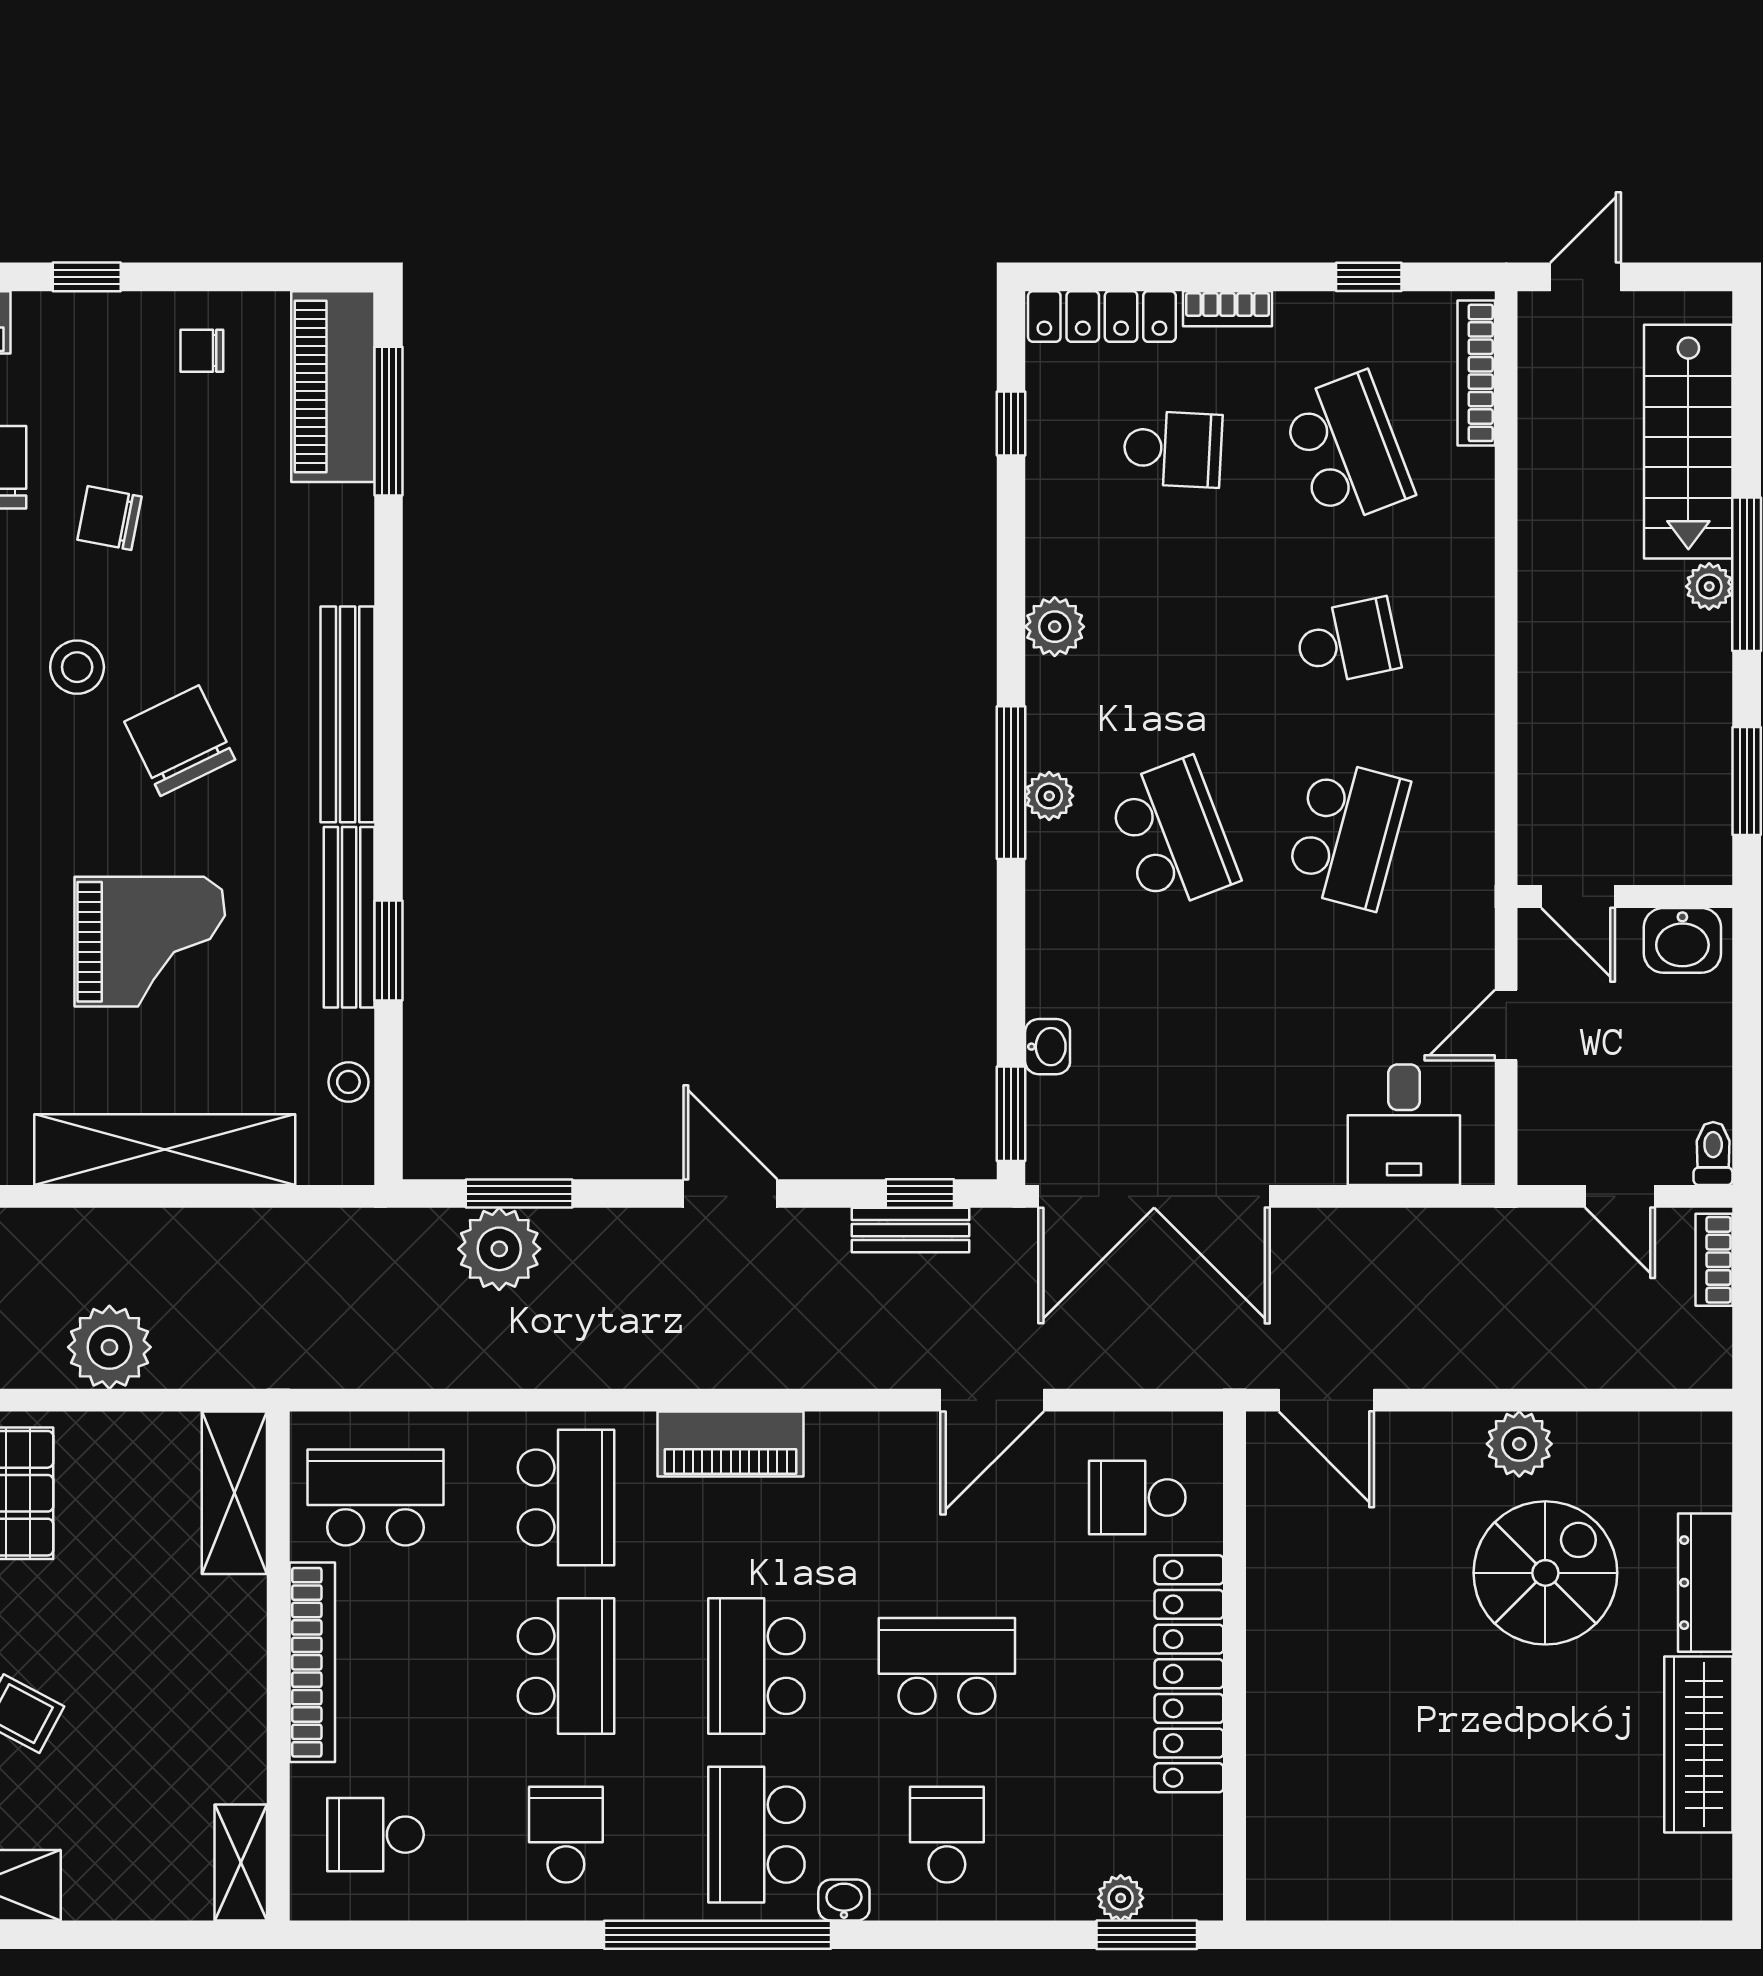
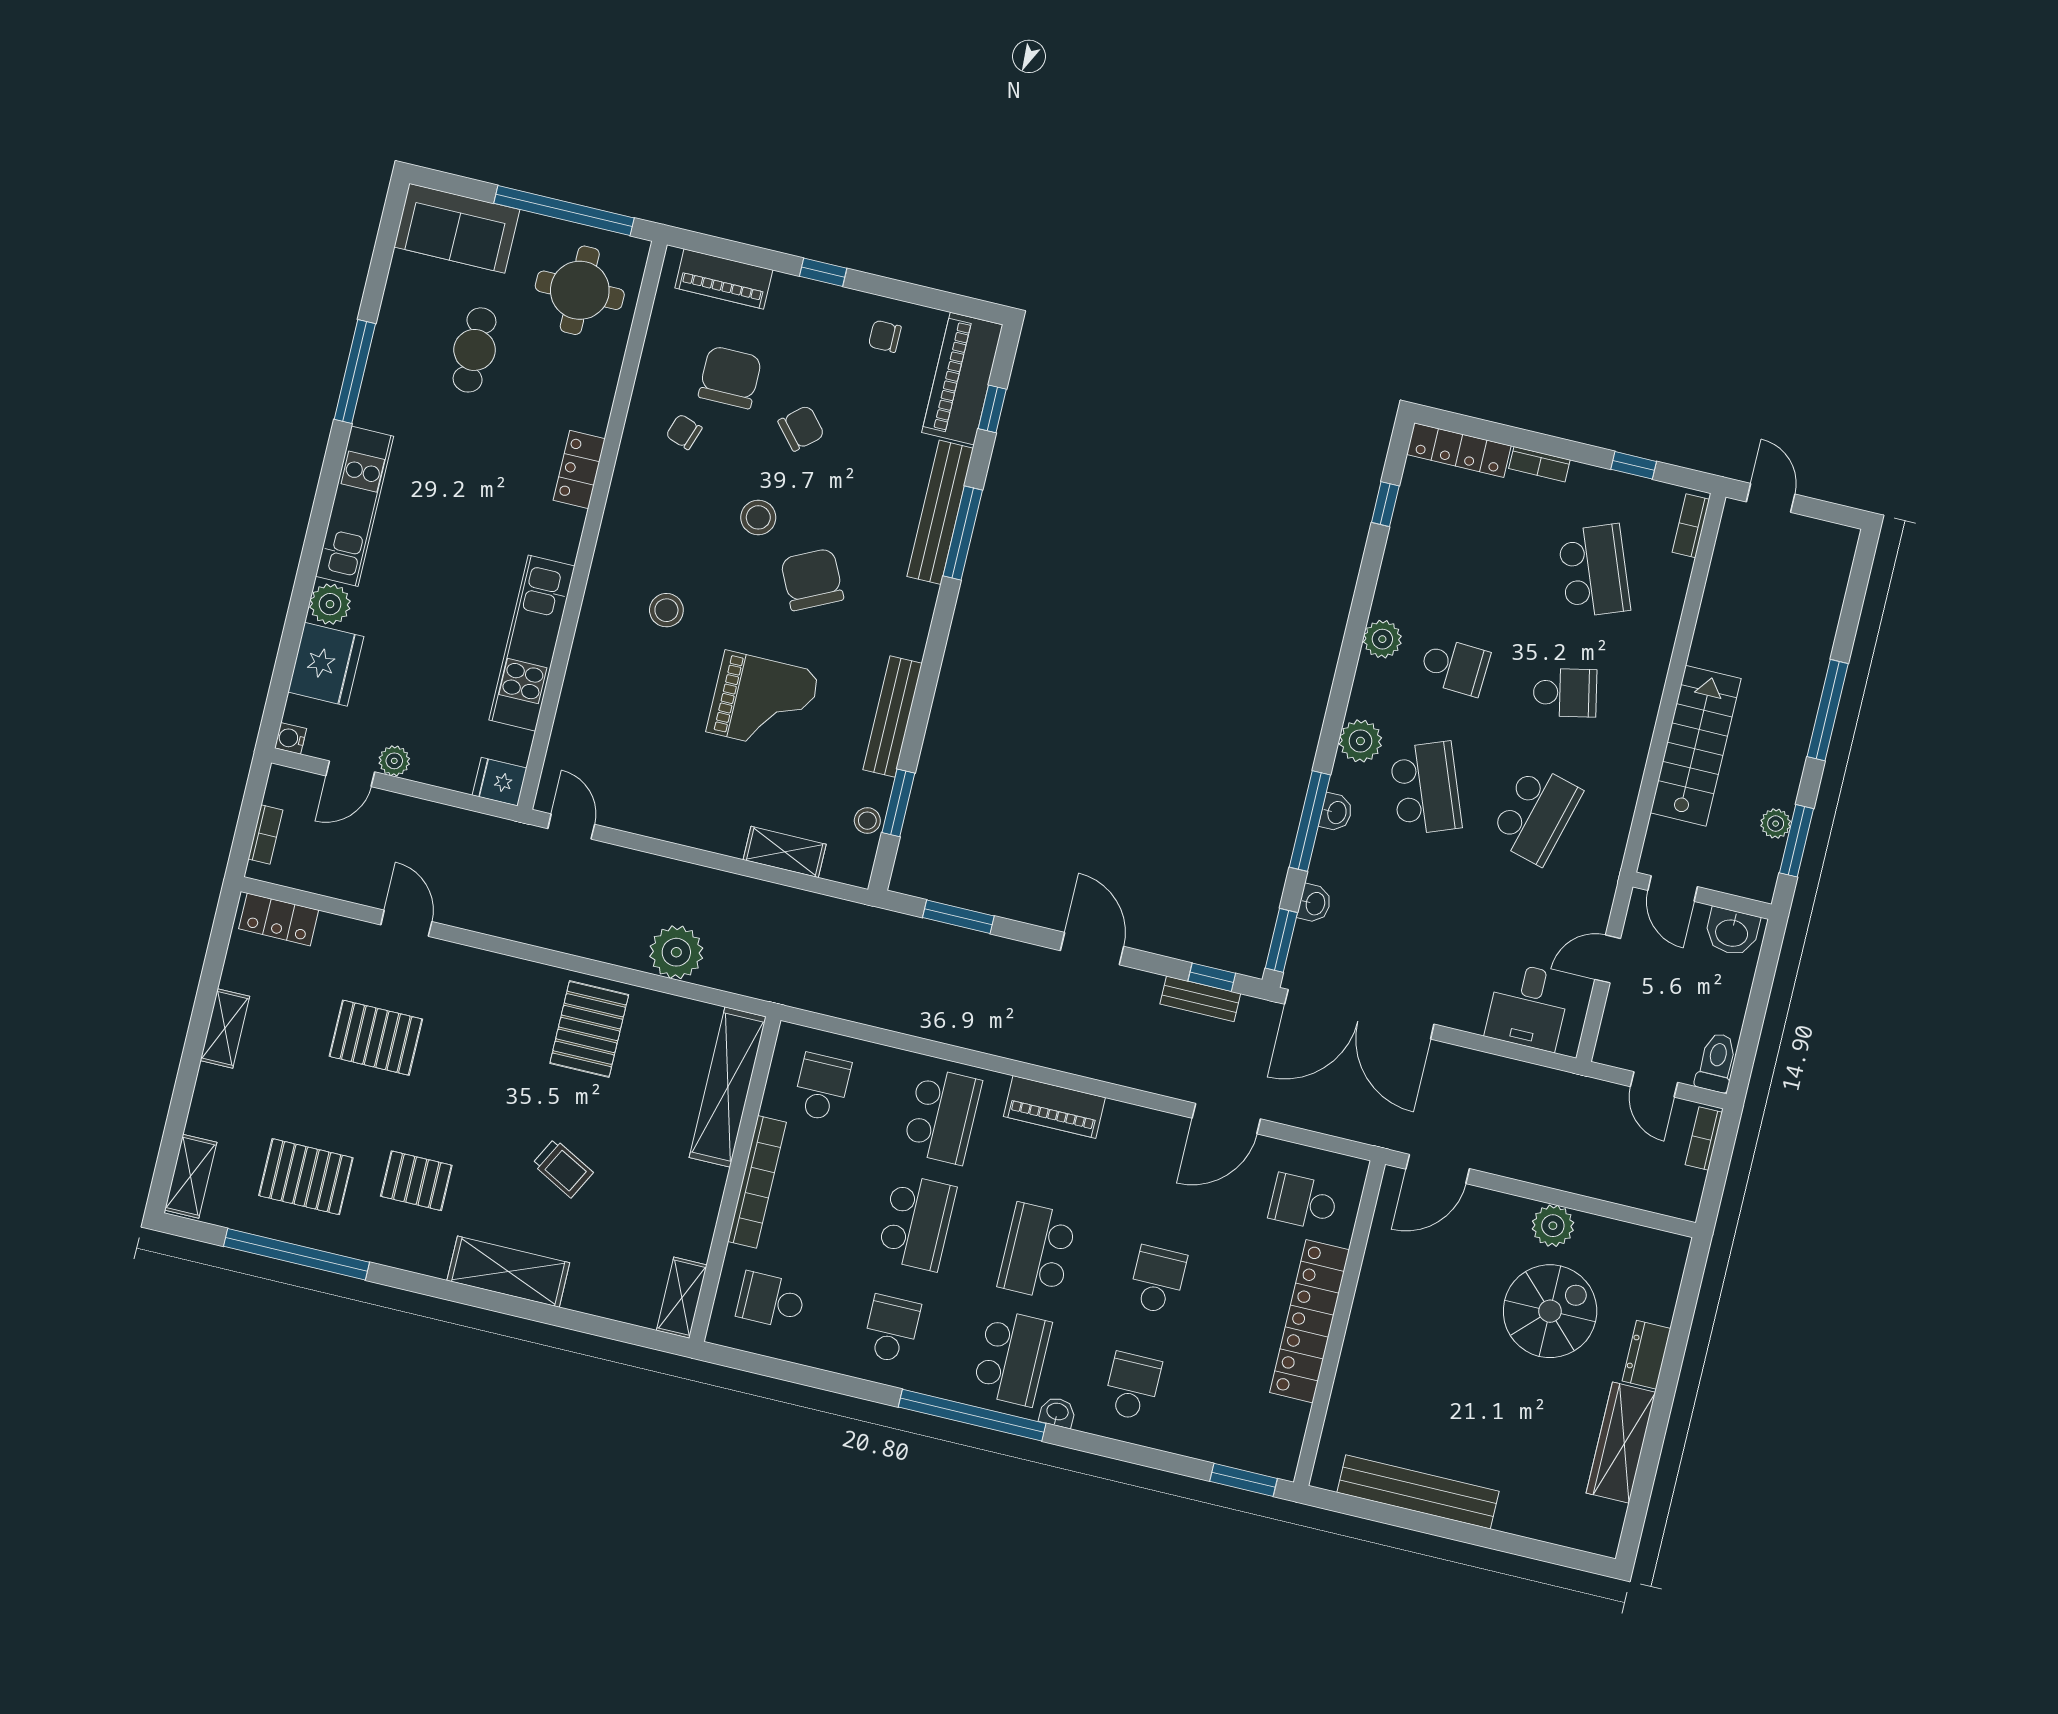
door: (1586, 277) -> (1771, 498), hinge flipped
bookcase: (1476, 373) -> (1691, 526), width x0.64
window: (389, 421) -> (992, 409), width x0.46
stairs: (1688, 442) -> (1696, 746), moved, turned 180
school desk: (1173, 449) -> (1455, 666), moved
chair: (110, 518) -> (801, 428), turned 128
plant: (1709, 586) -> (1776, 824), moved
window: (389, 617) -> (963, 533), added
bench: (348, 714) -> (940, 512), moved
window: (1011, 783) -> (1310, 821), moved
plant: (1049, 796) -> (1360, 741), width x1.38, depth x1.38
washbasin: (1047, 903) -> (1336, 812), added
window: (389, 950) -> (898, 803), moved
shelving: (165, 1150) -> (785, 852), width x0.45, depth x0.75
toilet: (1713, 1153) -> (1716, 1062), width x1.37, depth x1.39
plant: (499, 1249) -> (938, 949), removed
door: (1326, 1400) -> (1438, 1169), hinge flipped
shelving: (234, 1493) -> (728, 1087), width x1.47
school desk: (375, 1498) -> (822, 1087), width x0.54
dresser: (1705, 1583) -> (1646, 1355), width x0.70
school desk: (947, 1666) -> (1158, 1280), width x0.54
school desk: (756, 1835) -> (1012, 1358), turned 180
bench: (1412, 1891) -> (1418, 1492), added
plant: (1121, 1898) -> (1233, 1453), removed

